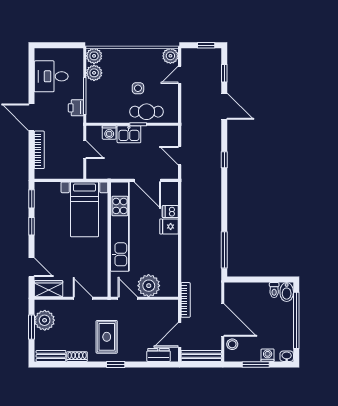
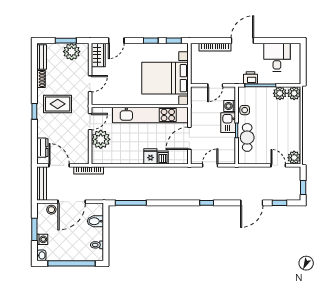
side table: (138, 88) -> (245, 110), moved
bed with nightstands: (84, 209) -> (165, 78), width x1.36
bidet: (287, 292) -> (95, 221), moved

